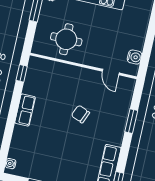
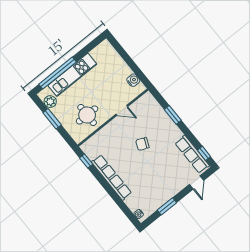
door: (111, 72) -> (122, 110), moved
row of seats: (25, 110) -> (112, 177), width x2.02

